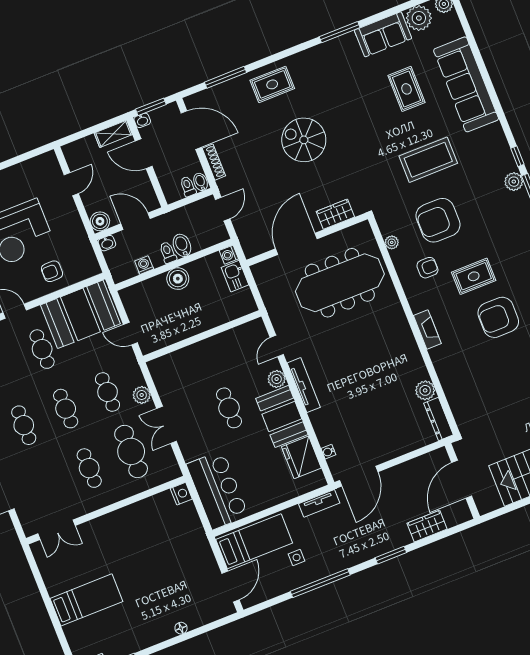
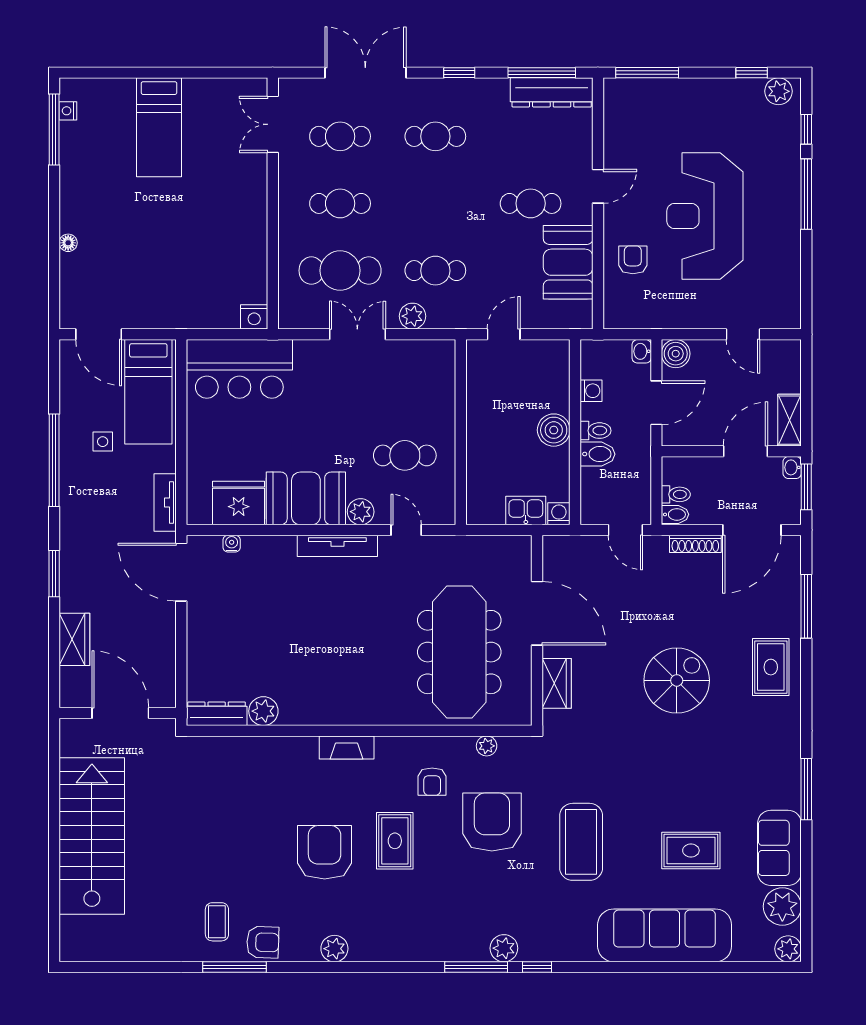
booth: (80, 314) -> (568, 262), width x0.73, depth x0.70
cafe table: (229, 408) -> (405, 455), moved
cafe table: (66, 409) -> (340, 136), moved

